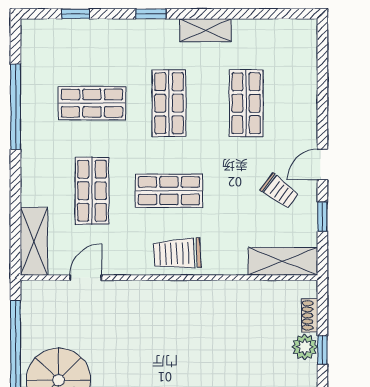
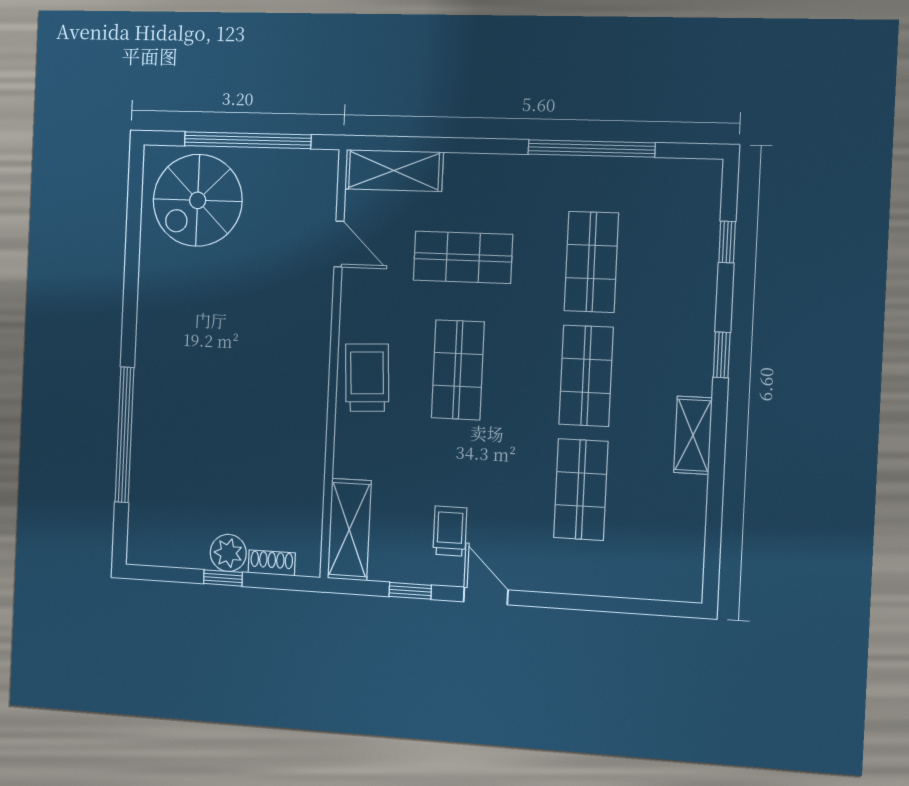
shop shelf: (169, 103) -> (586, 376), turned 90
shop shelf: (246, 103) -> (581, 489), turned 90
trolley: (280, 191) -> (450, 531), turned 143

